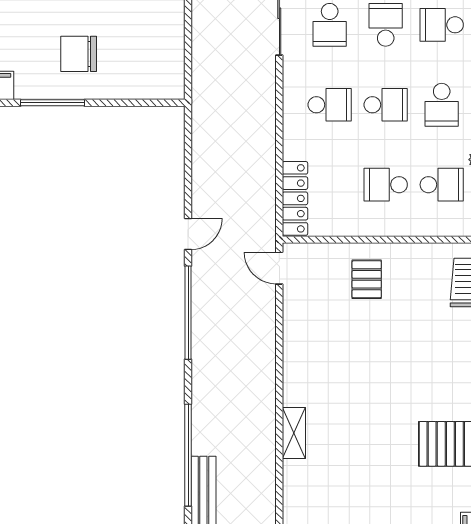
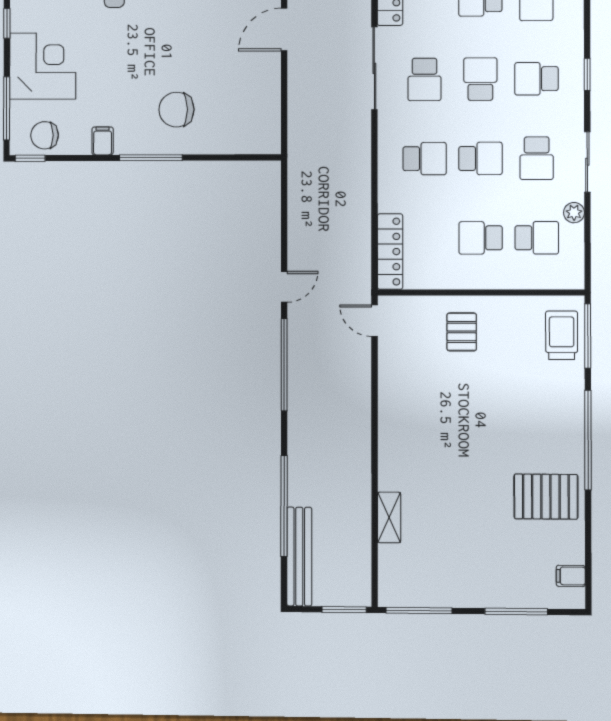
shelving: (294, 433) -> (389, 517), moved

